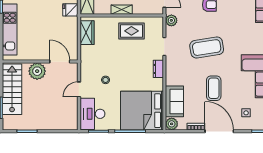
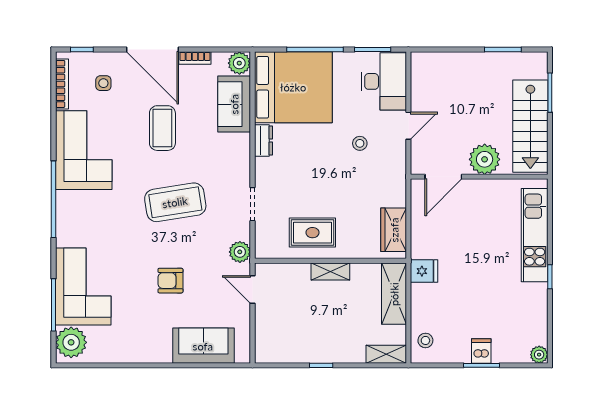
door: (60, 62) -> (443, 177), hinge flipped
dresser: (158, 69) -> (263, 140), moved

